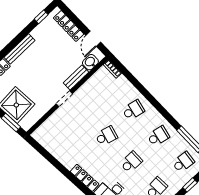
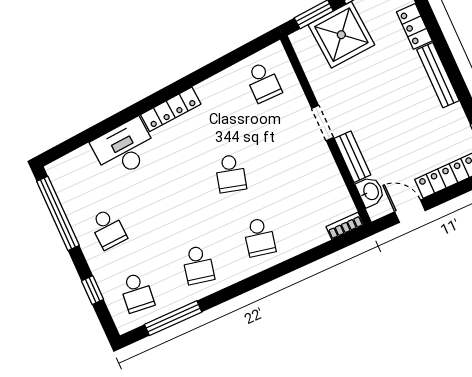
school desk: (131, 162) -> (263, 82), moved

